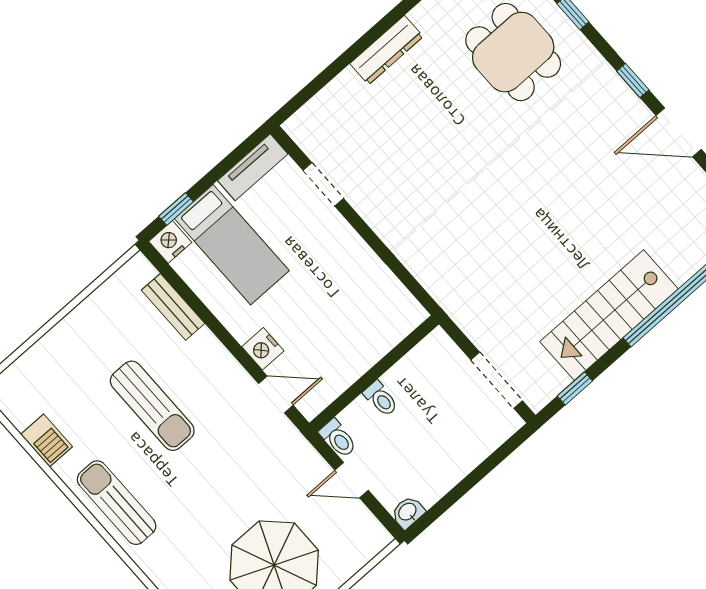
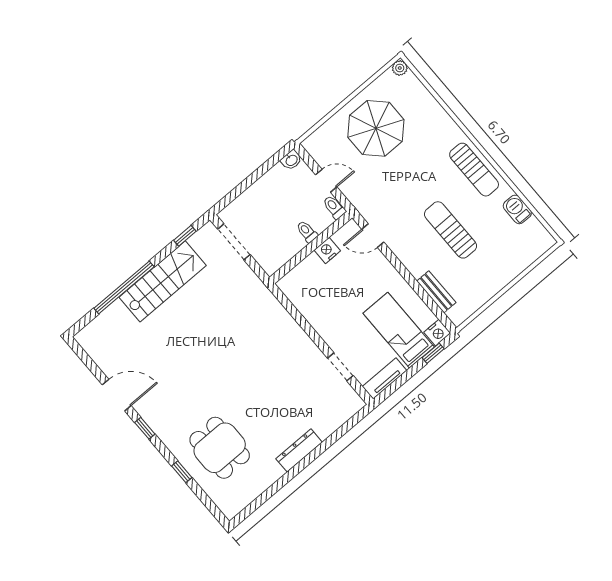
nightstand: (263, 349) -> (327, 250), moved, turned -90

